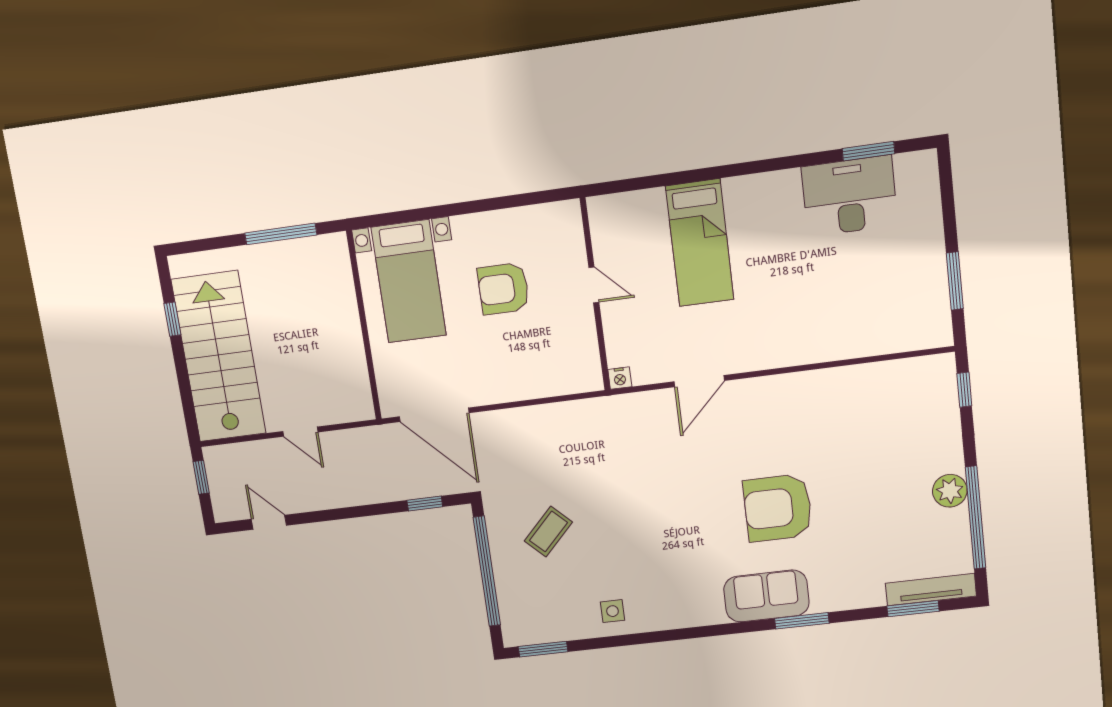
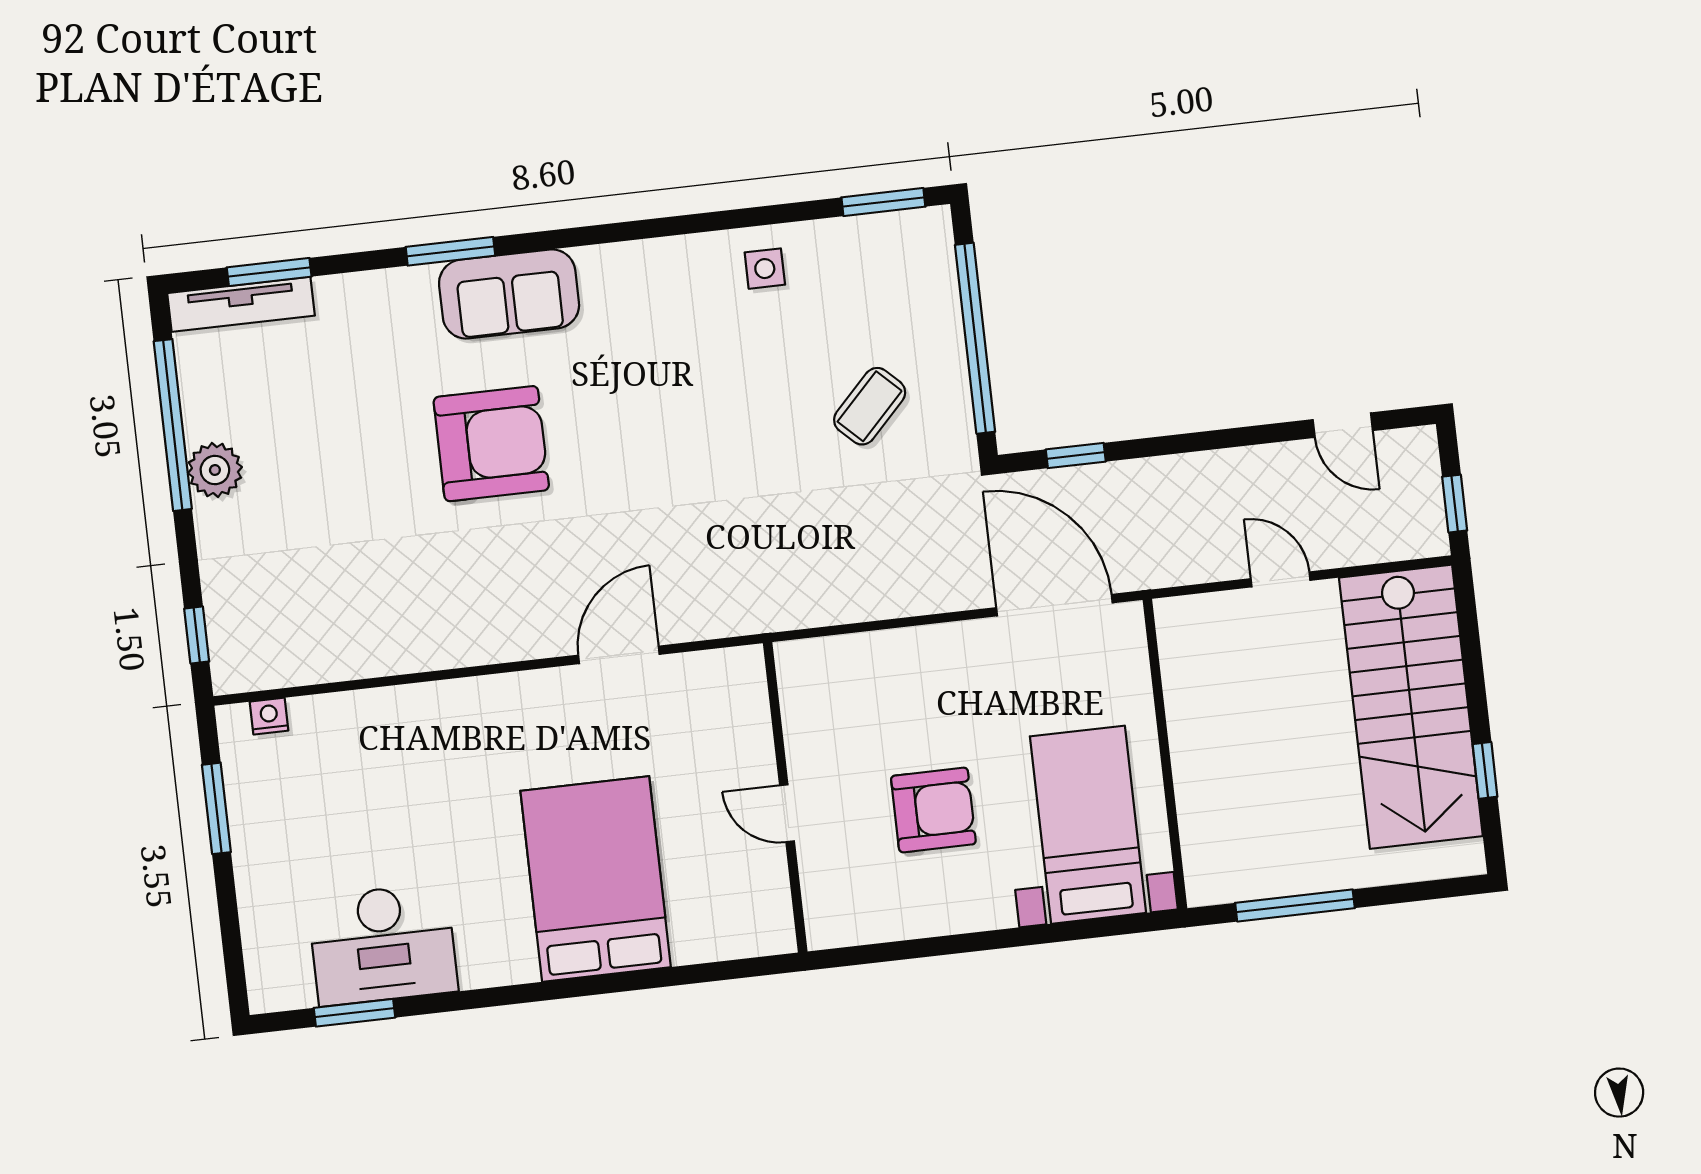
bed: (700, 243) -> (596, 879), width x1.50
nightstand: (620, 378) -> (269, 716), moved

